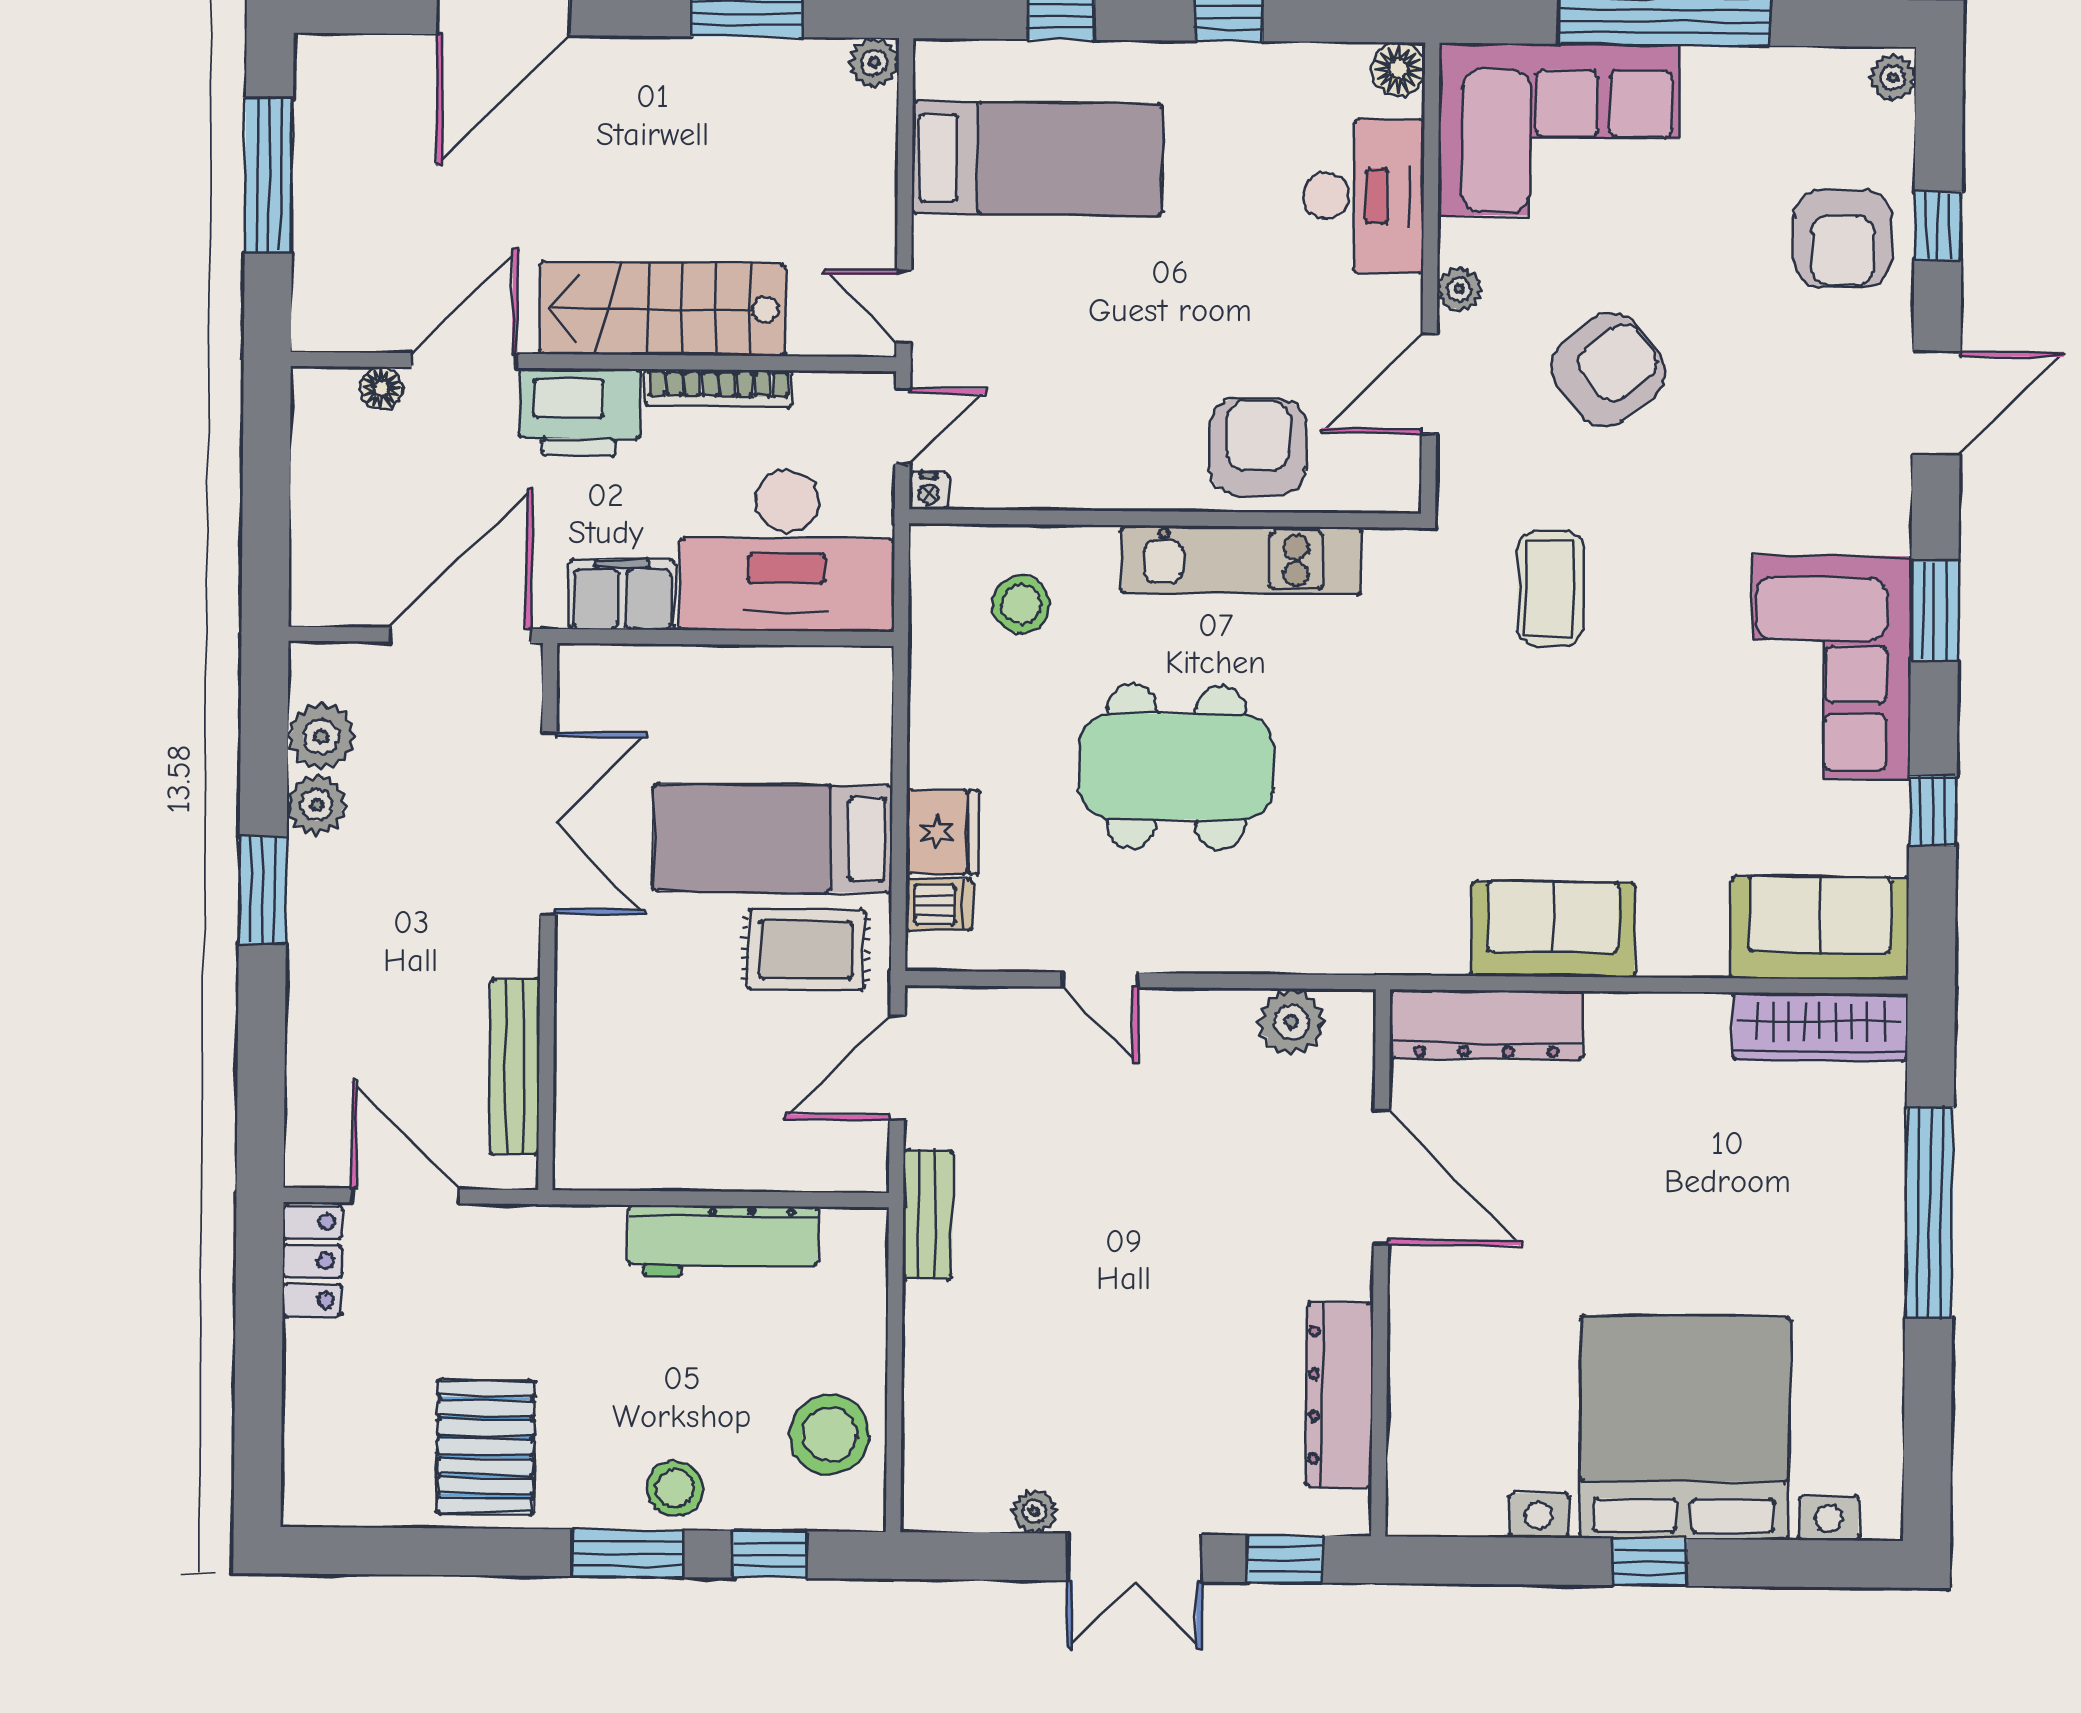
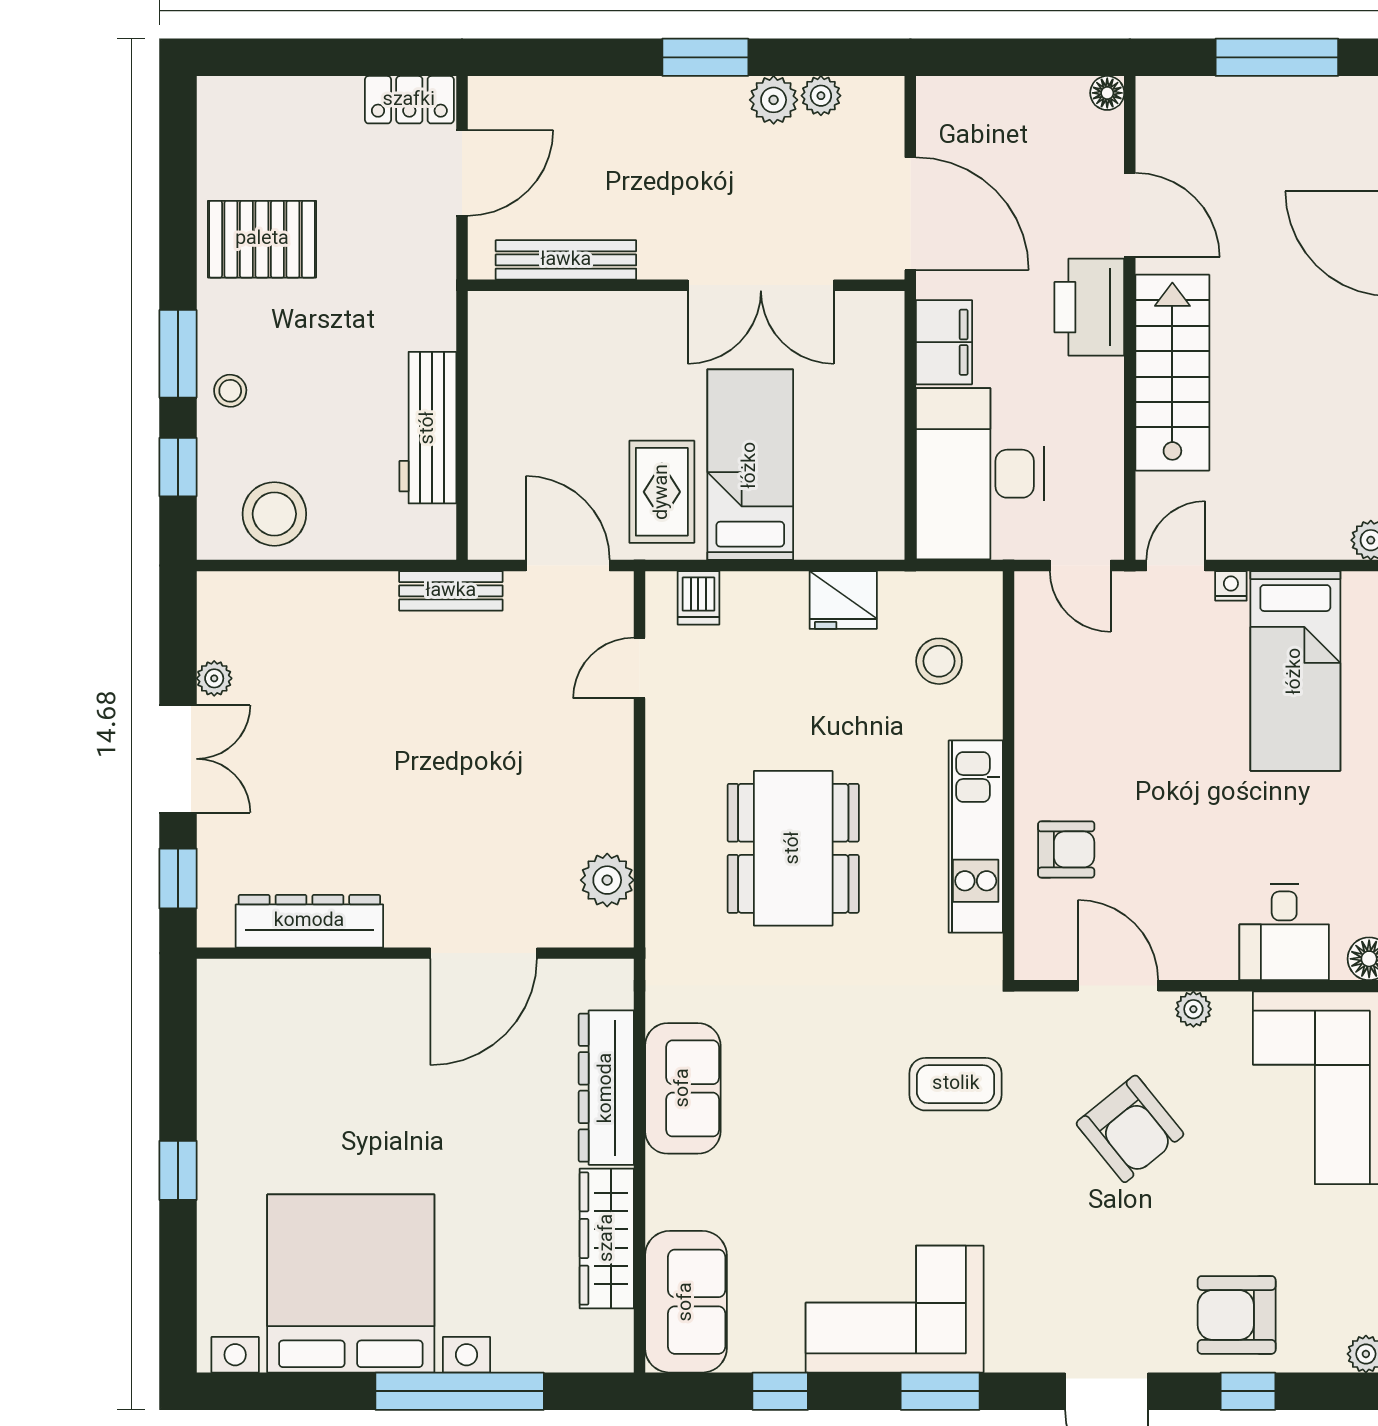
desk: (1363, 196) -> (1284, 932), width x0.73
floor lamp: (381, 388) -> (1107, 93), moved
bookcase: (719, 388) -> (1109, 418), removed
armchair: (1258, 447) -> (1066, 849), width x0.72, depth x0.72
nightstand: (929, 491) -> (1231, 586), moved, turned 90
plant: (321, 737) -> (821, 96), width x0.73, depth x0.73
dining table: (1176, 767) -> (793, 848), moved
fridge: (942, 832) -> (843, 600), moved
door: (1100, 980) -> (639, 668), moved
dresser: (1486, 1025) -> (606, 1088), moved
wardrobe: (1820, 1027) -> (607, 1238), moved
bed with nightstands: (1685, 1428) -> (351, 1283), moved, turned -90
stool: (675, 1488) -> (230, 391), width x0.73, depth x0.73
double door: (1135, 1558) -> (178, 759), swing flipped

